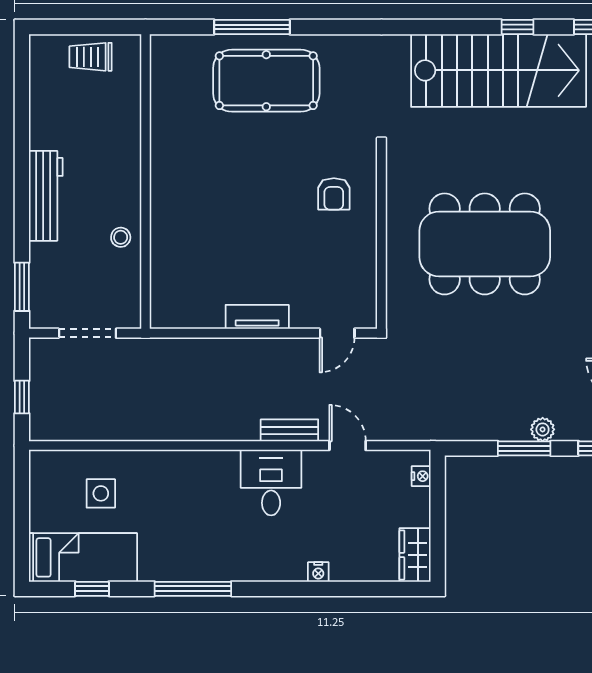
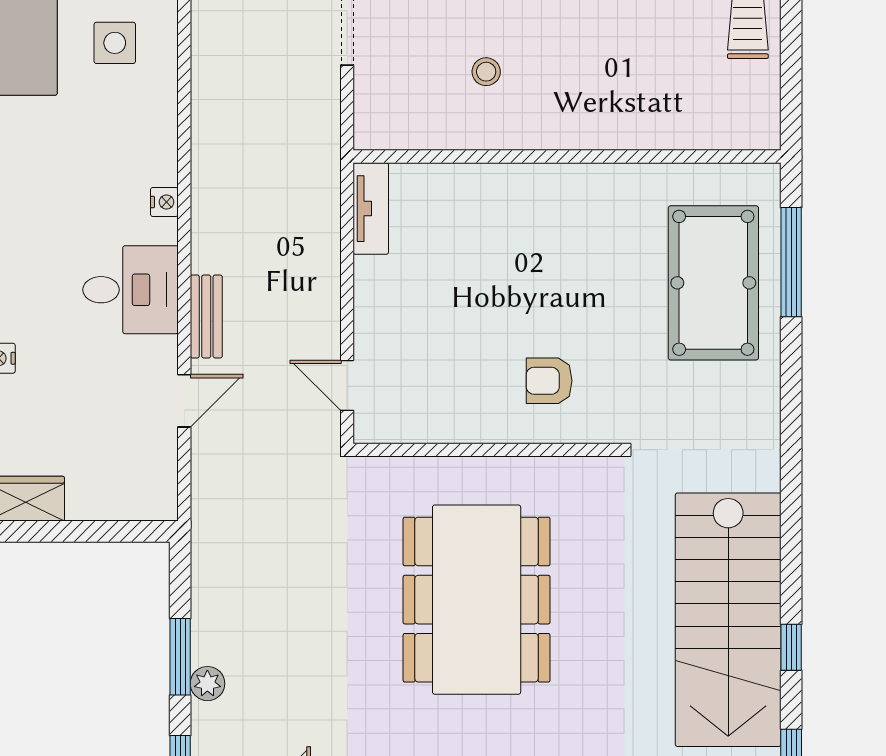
wall: (145, 181) -> (567, 157), moved
tv unit: (257, 317) -> (371, 209), moved
nightstand: (421, 476) -> (164, 202), moved, turned -90

